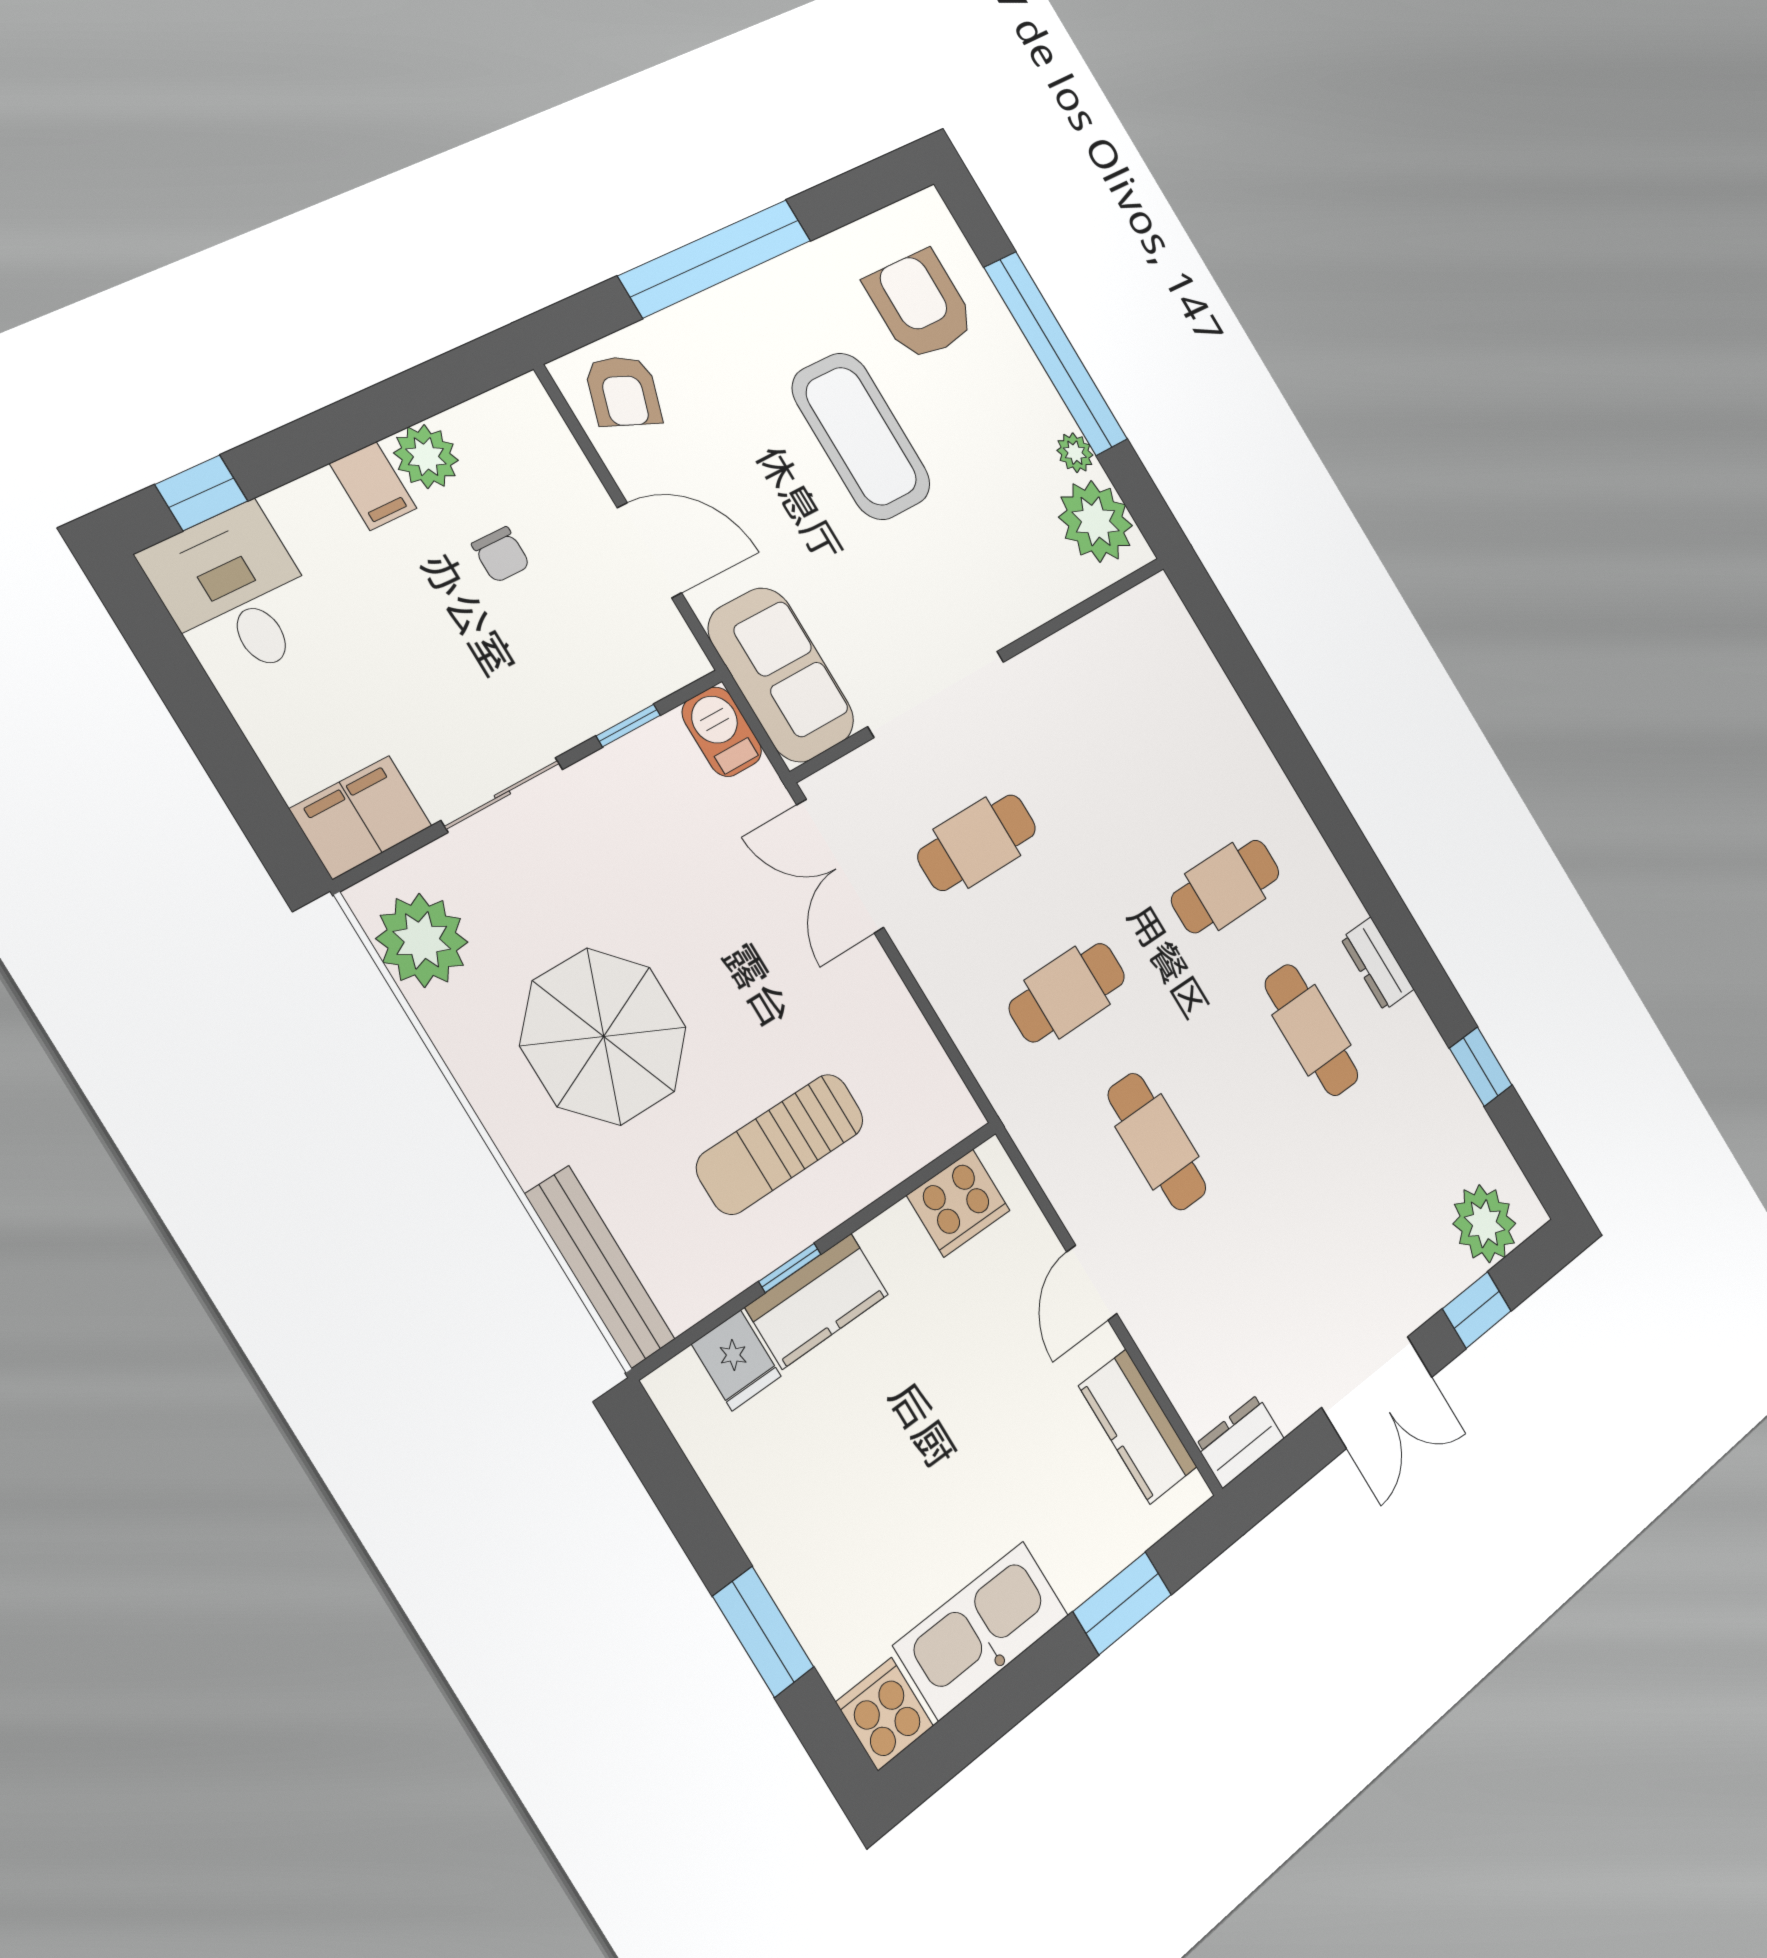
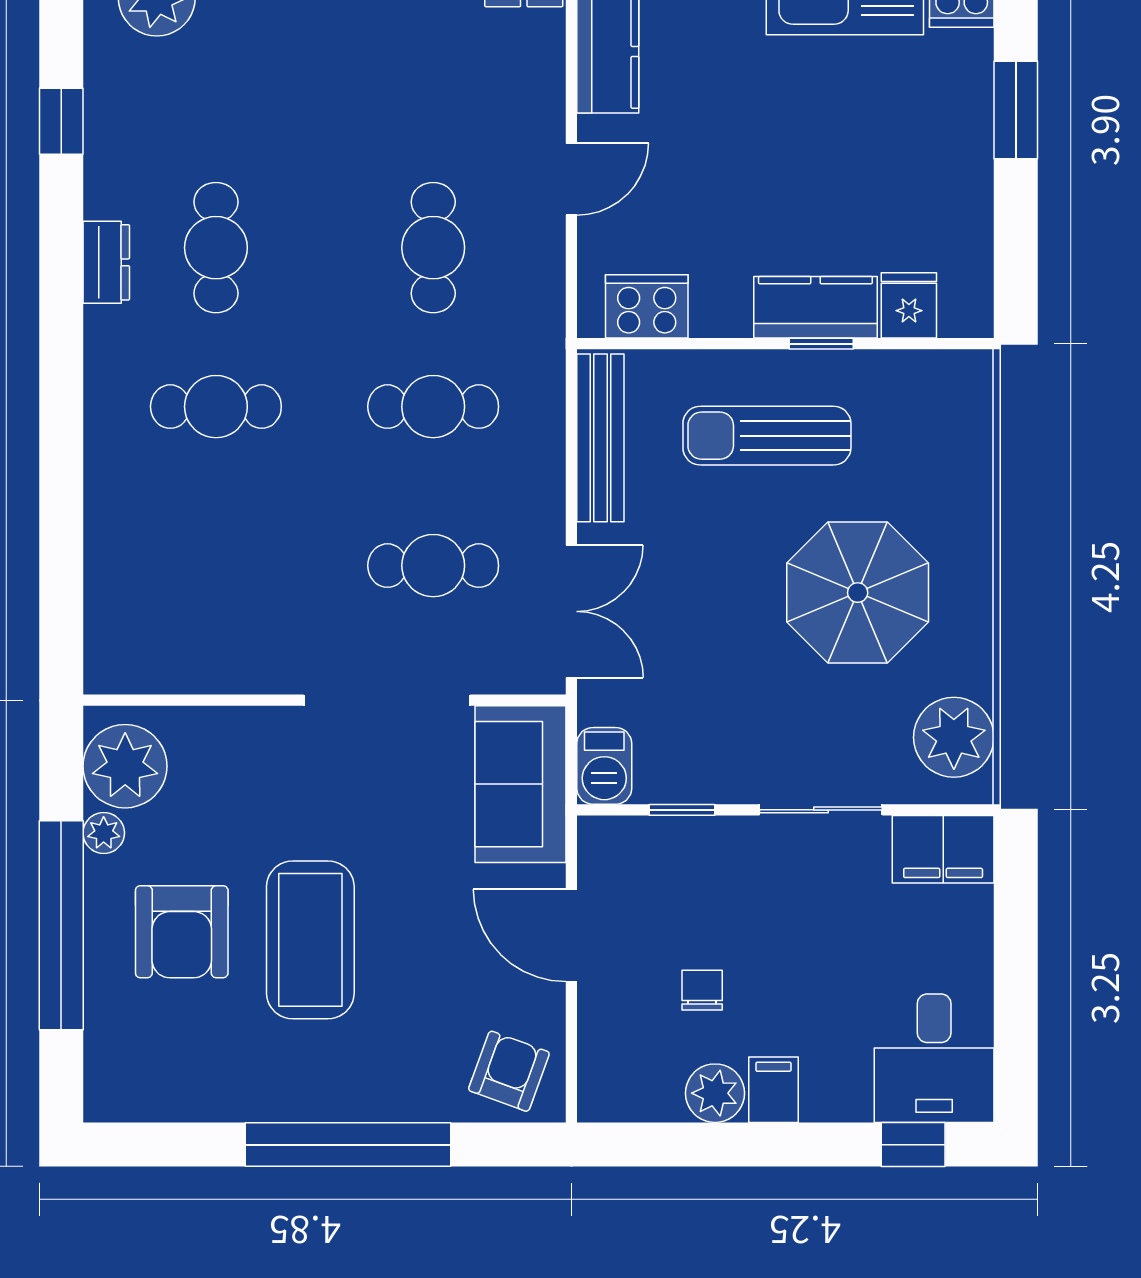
armchair: (921, 305) -> (182, 932), moved
sun lounger: (781, 1144) -> (767, 436), turned 180
bench: (600, 1267) -> (600, 438), moved

